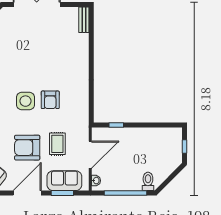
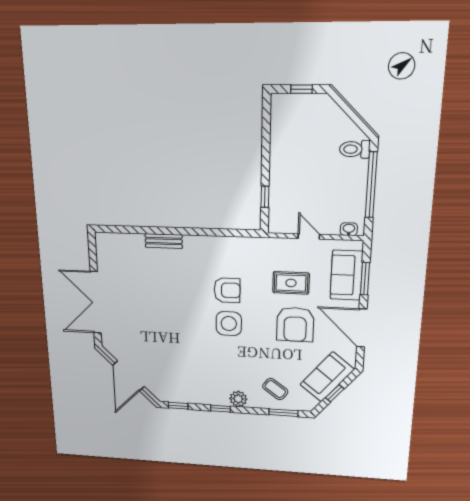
bench: (84, 20) -> (164, 241), moved
door: (90, 155) -> (309, 236), width x0.53

